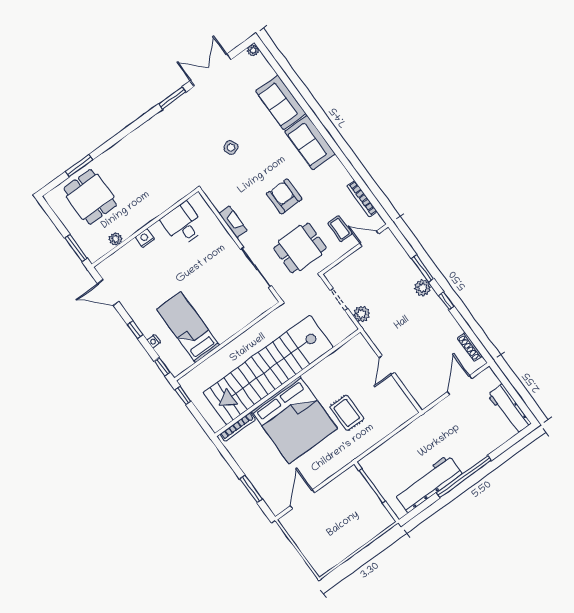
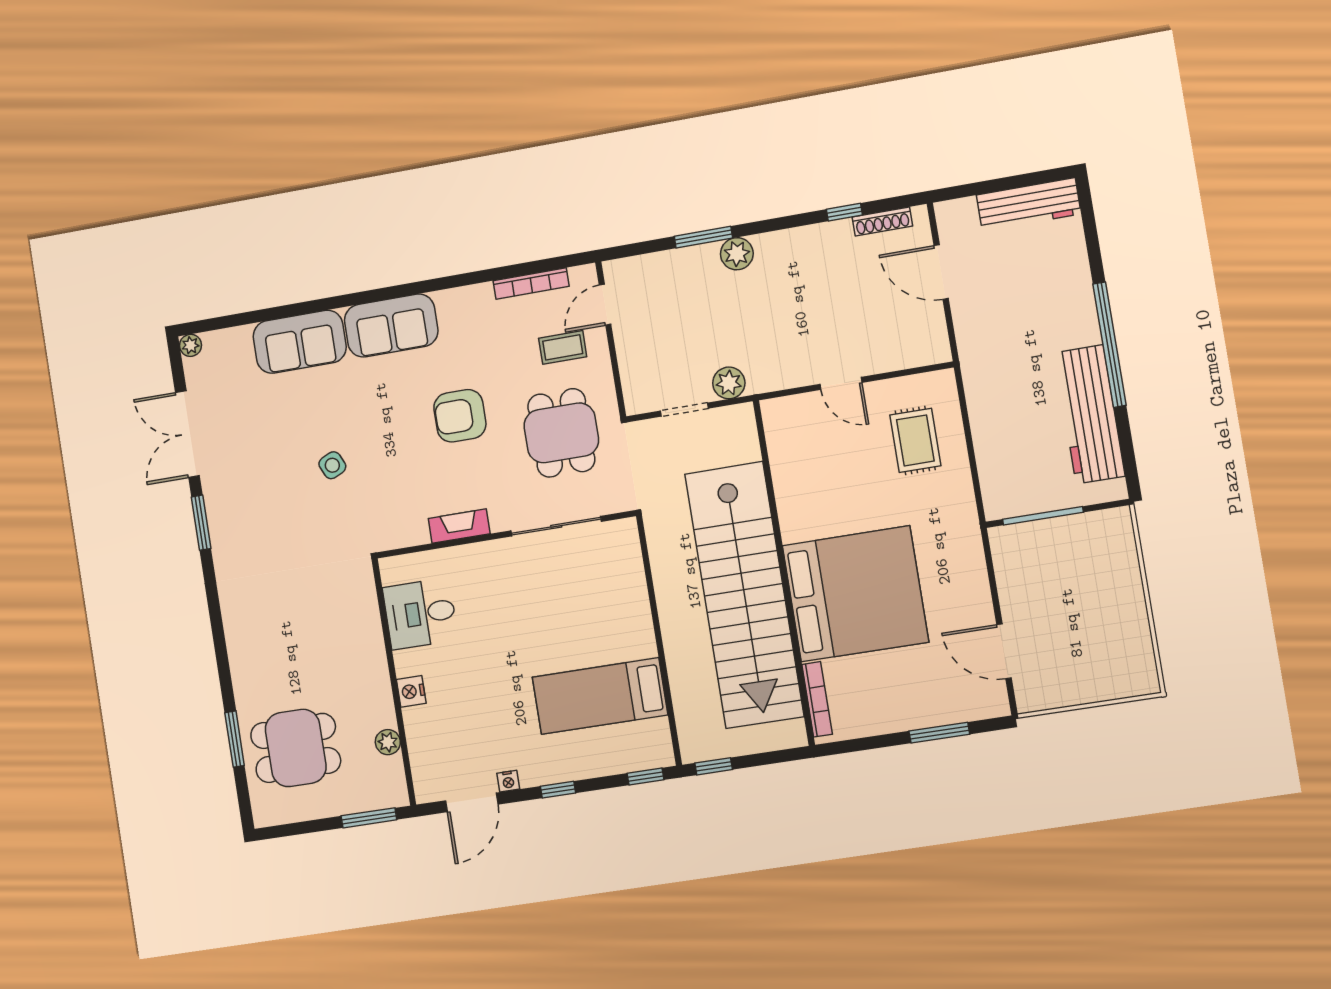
window: (446, 301) -> (844, 212), moved
nightstand: (154, 341) -> (508, 781), moved
rug: (347, 413) -> (915, 440), moved, turned 90

